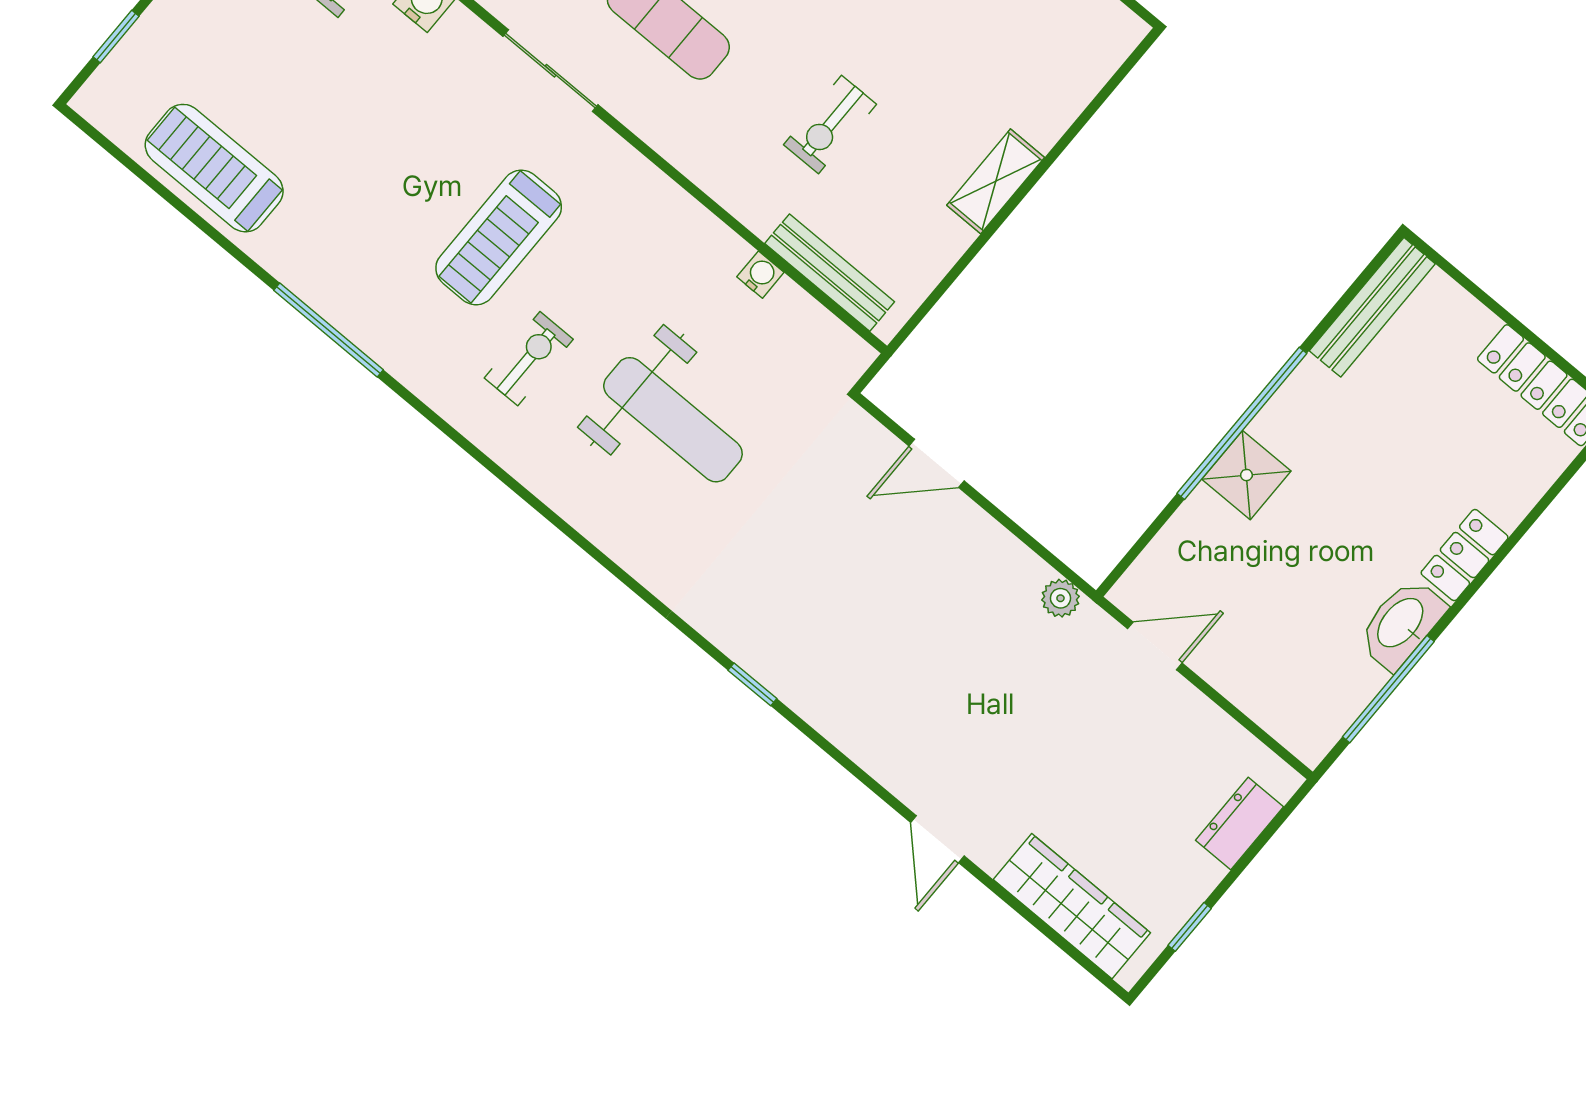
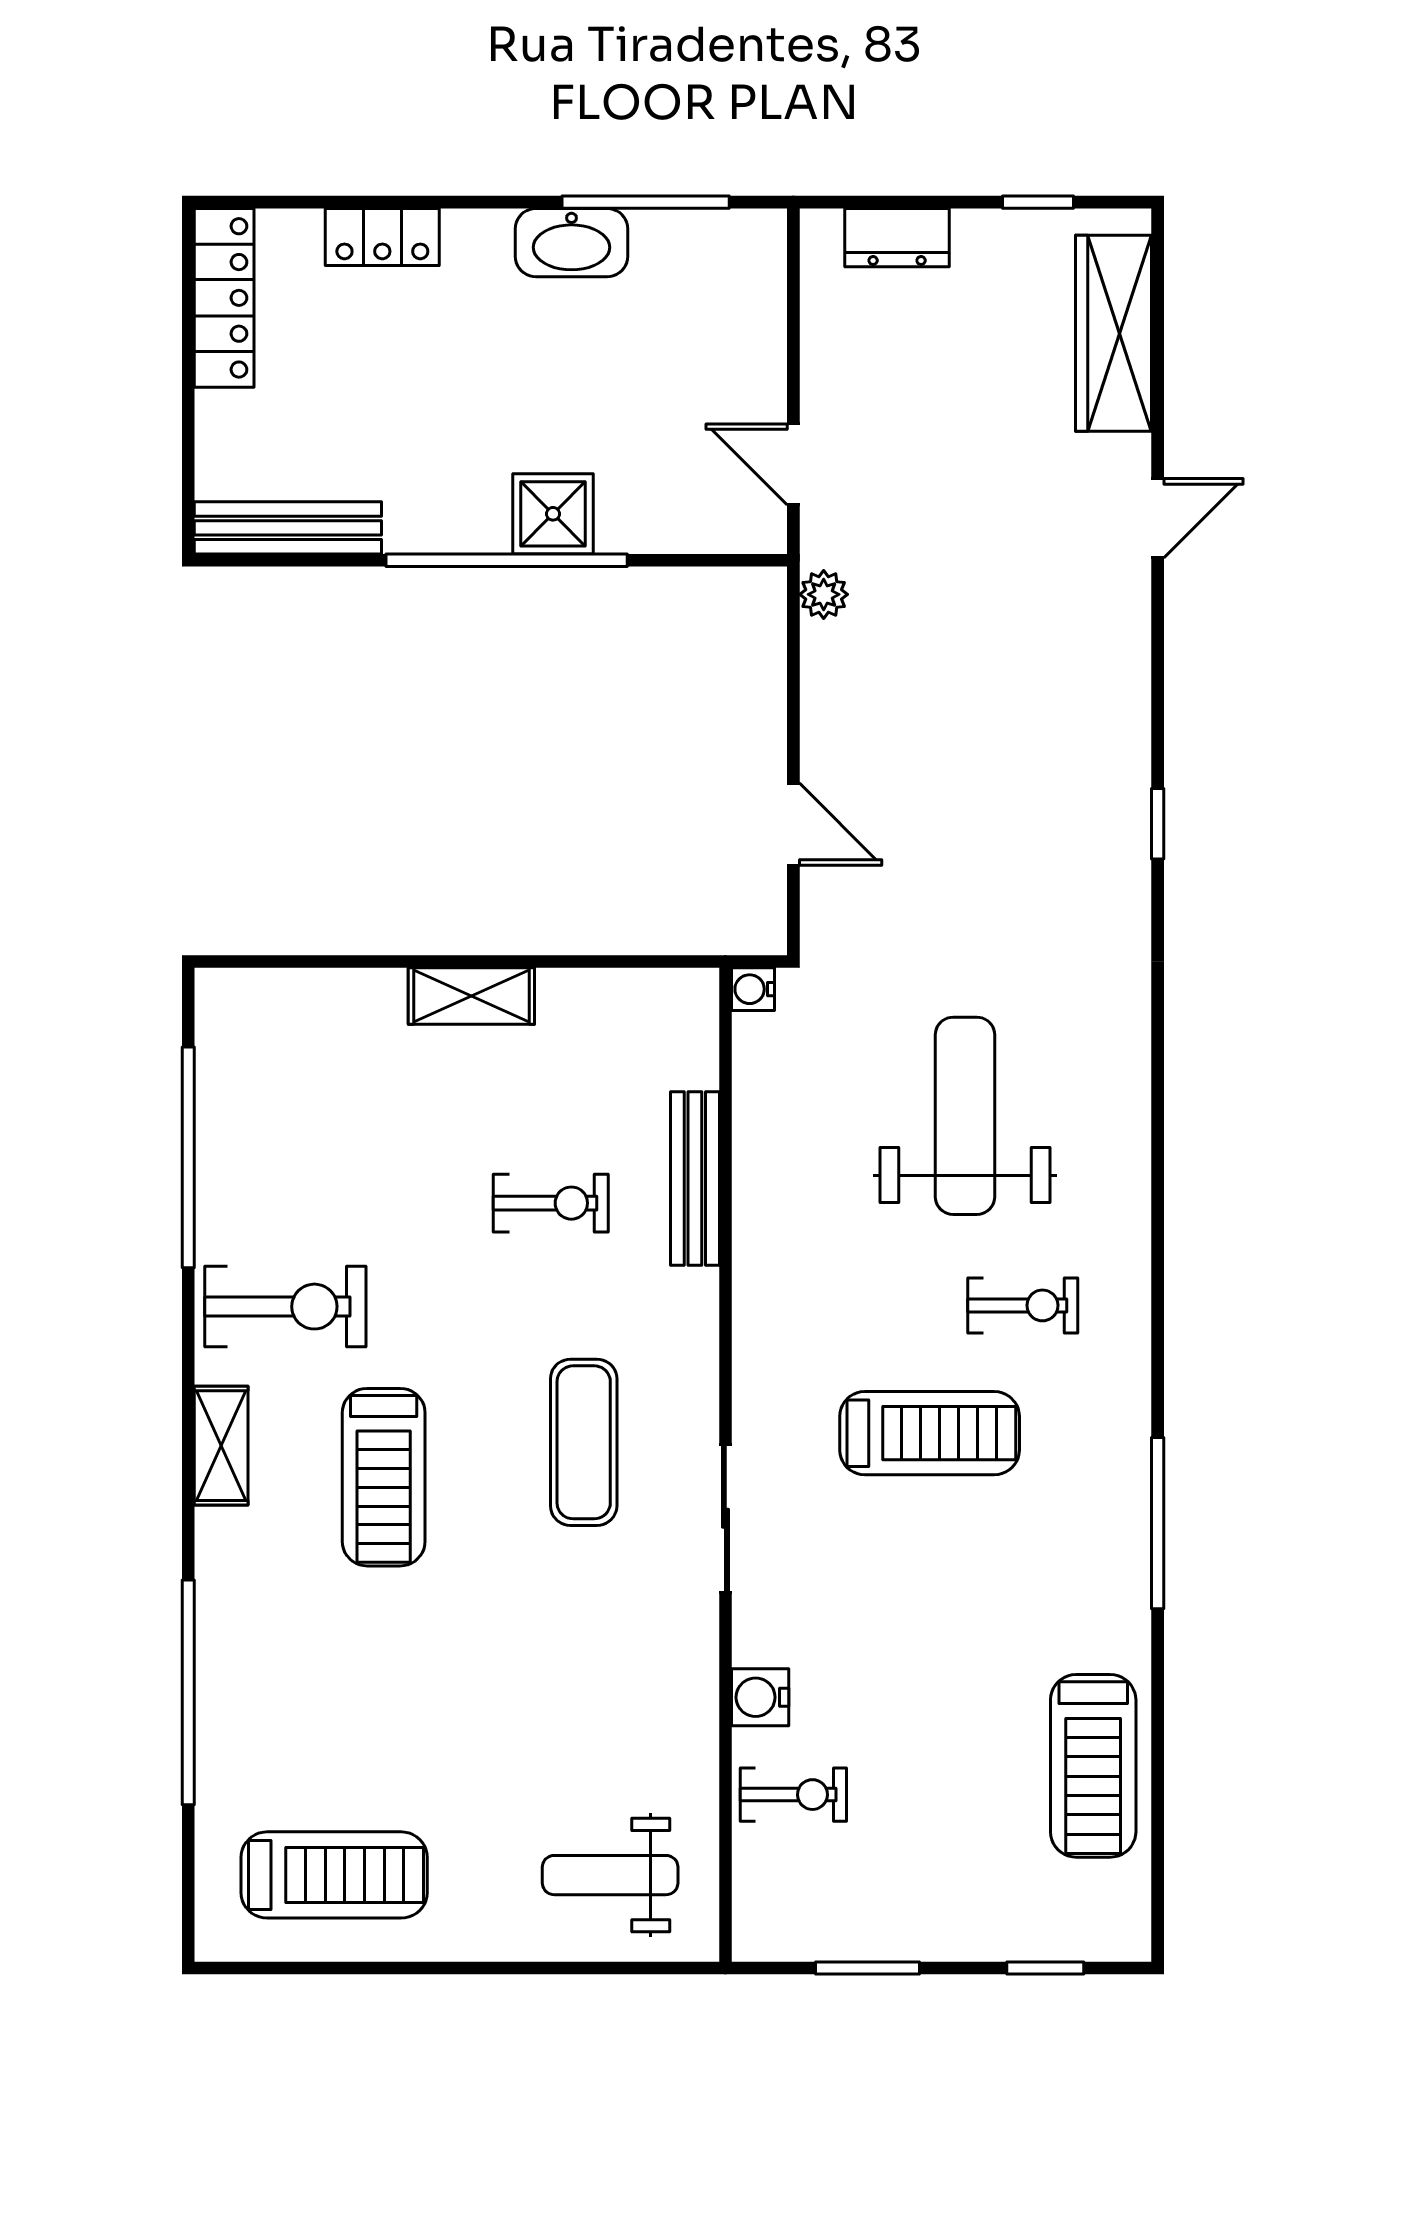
bench: (830, 273) -> (695, 1178), moved
water cooler: (760, 275) -> (753, 989), moved
exercise bike: (529, 359) -> (1023, 1305), turned 180
locker: (1465, 555) -> (382, 237), moved

